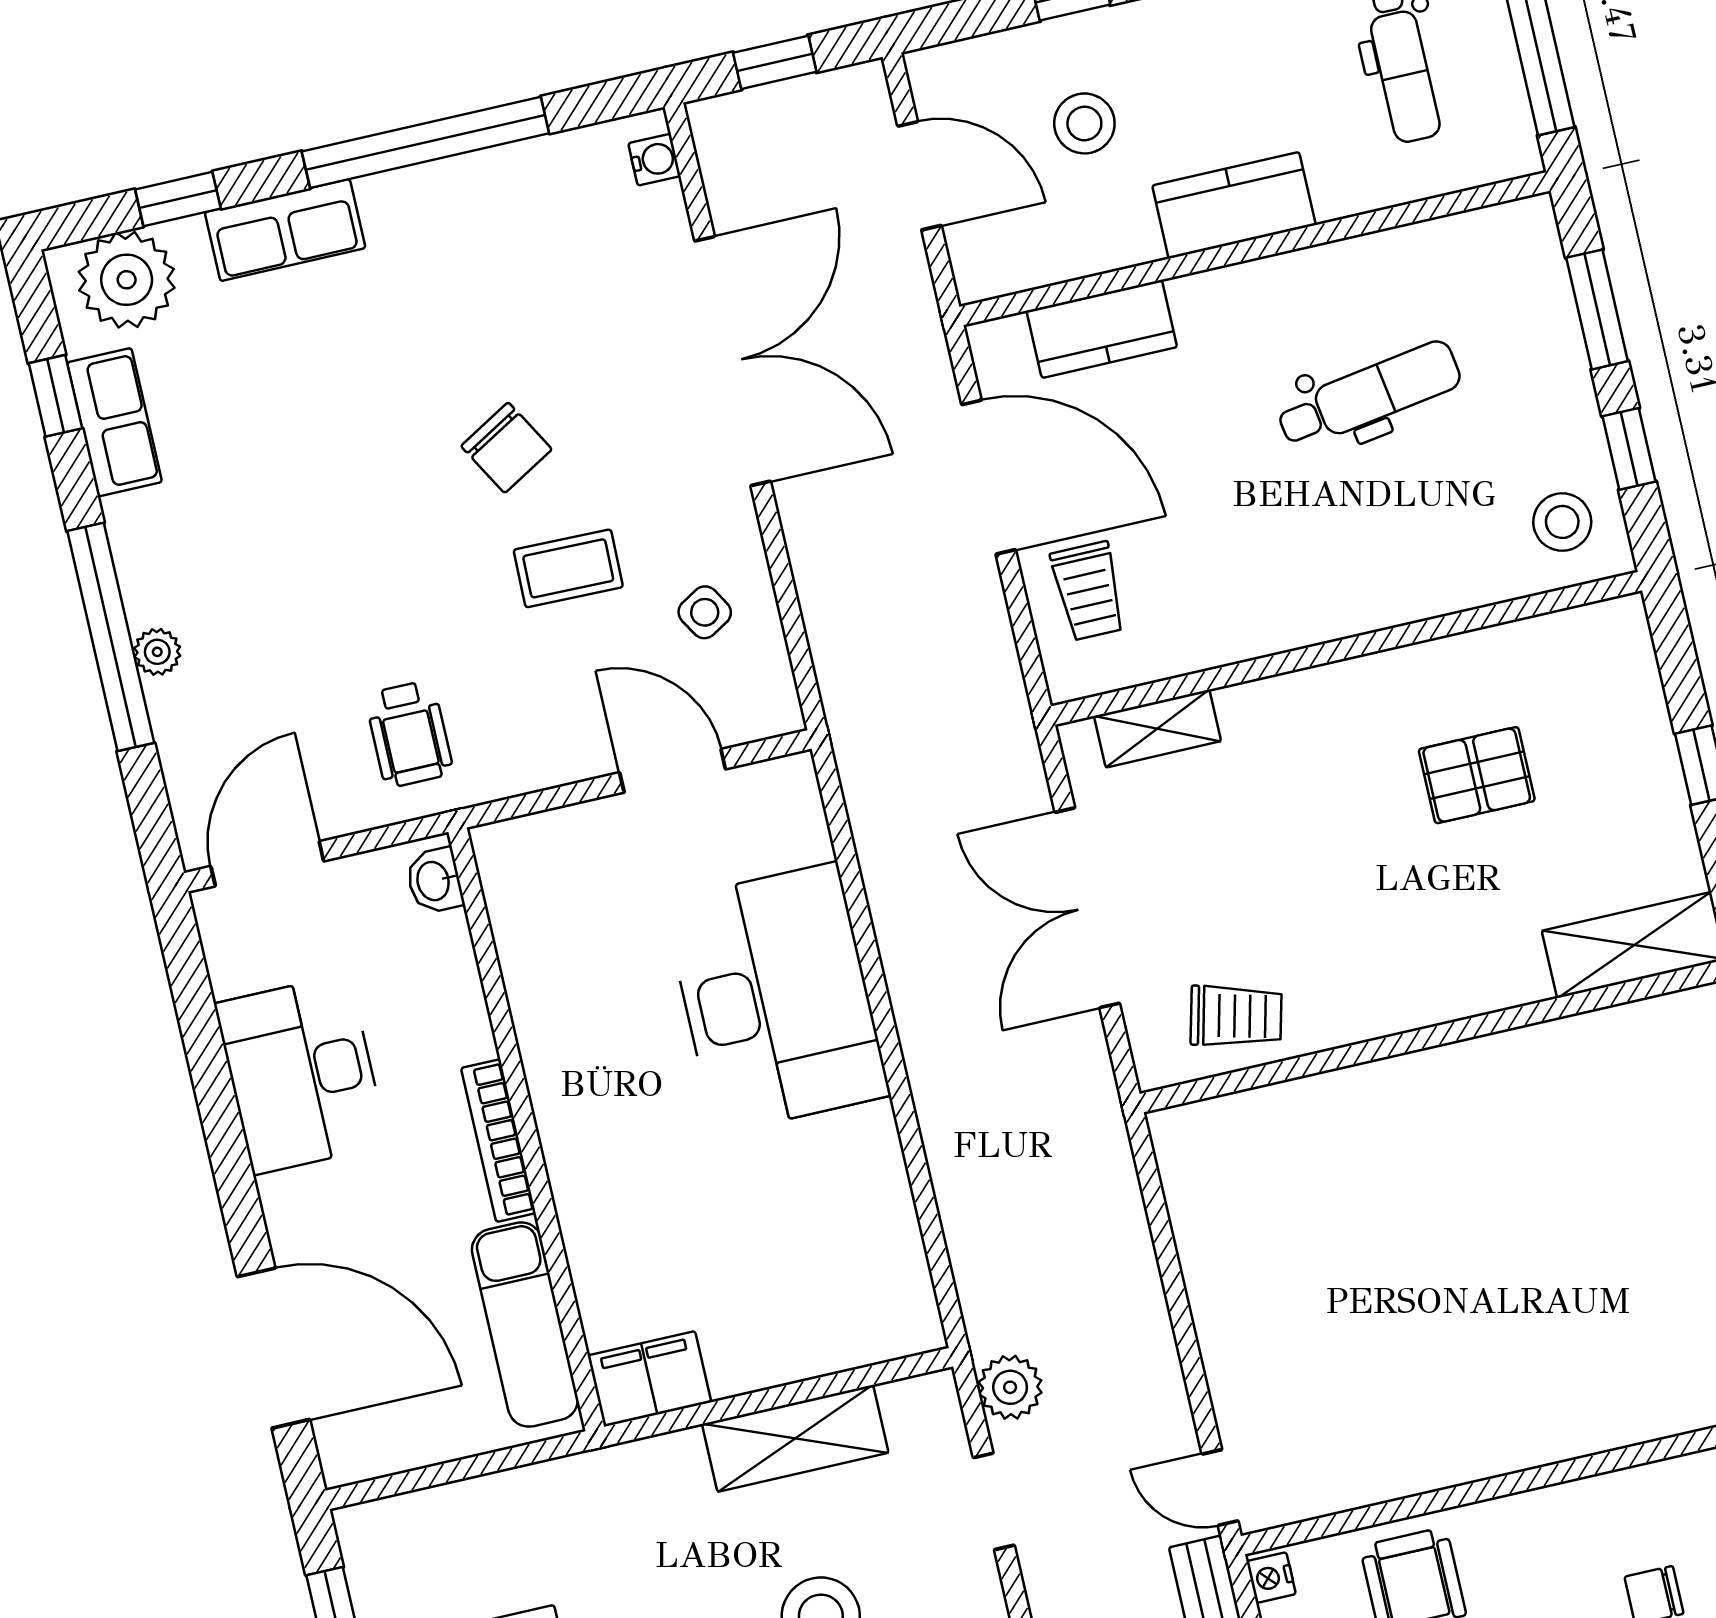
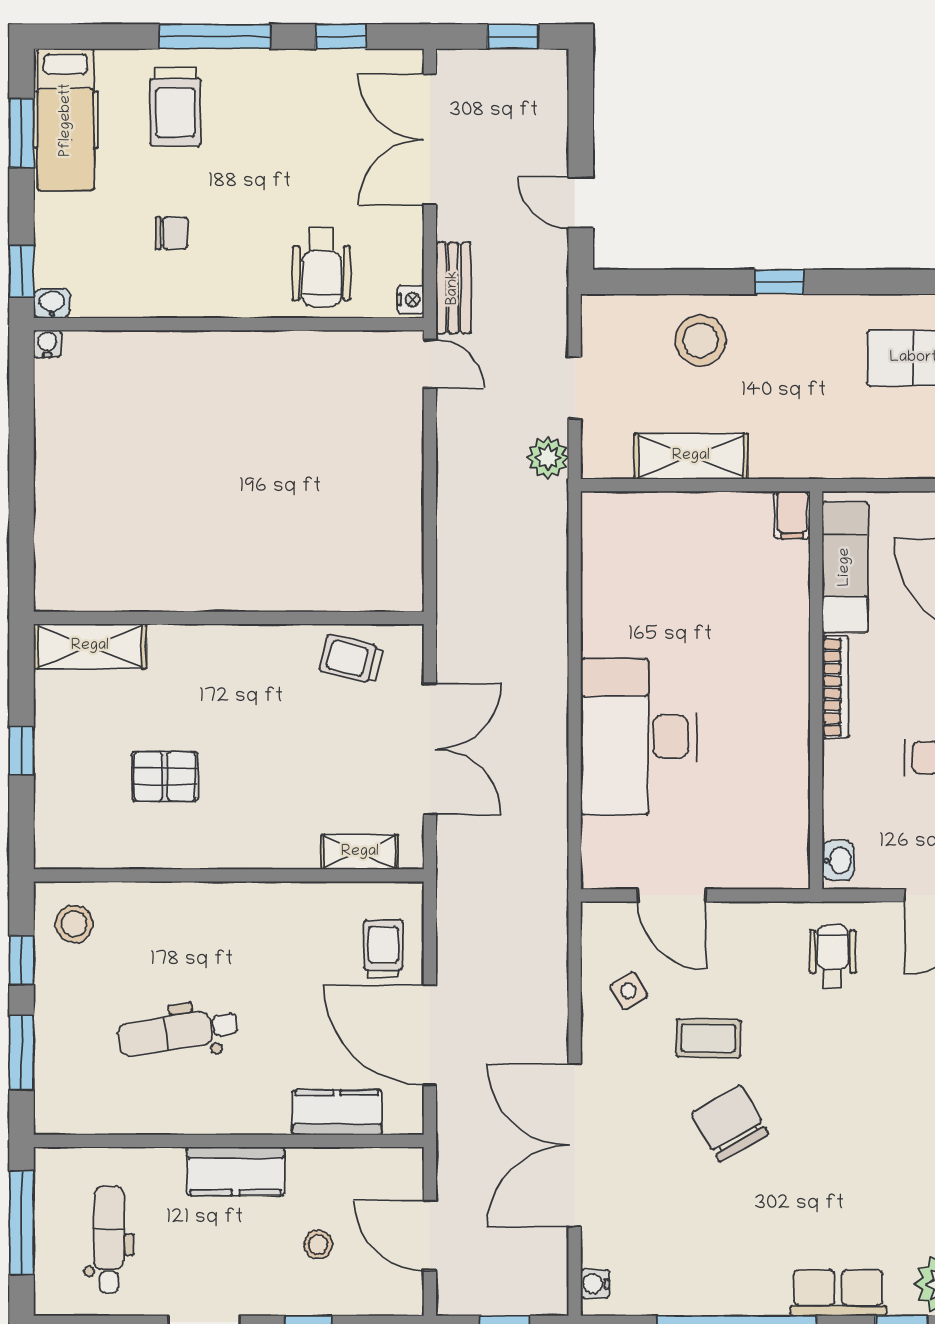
stool: (1084, 123) -> (318, 1245), width x0.73, depth x0.73
chair: (506, 448) -> (730, 1123), width x1.37, depth x1.37
filing cabinet: (649, 1379) -> (792, 515), width x0.50

